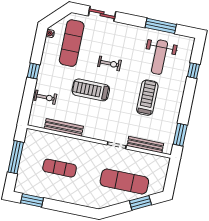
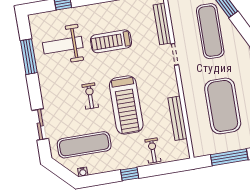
weight bench: (160, 57) -> (63, 45), turned 180
treadmill: (91, 90) -> (126, 105), width x1.37, depth x1.38
exercise mat: (60, 168) -> (223, 106), width x2.00, depth x1.45

